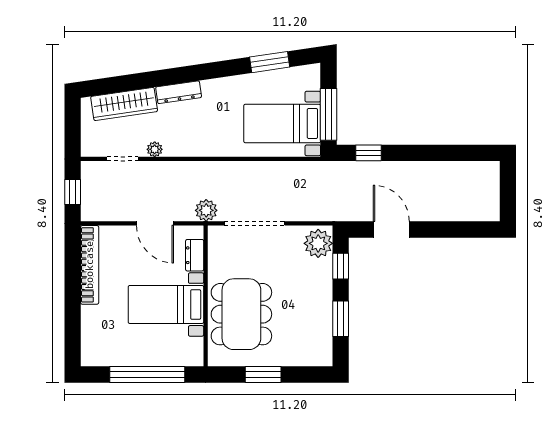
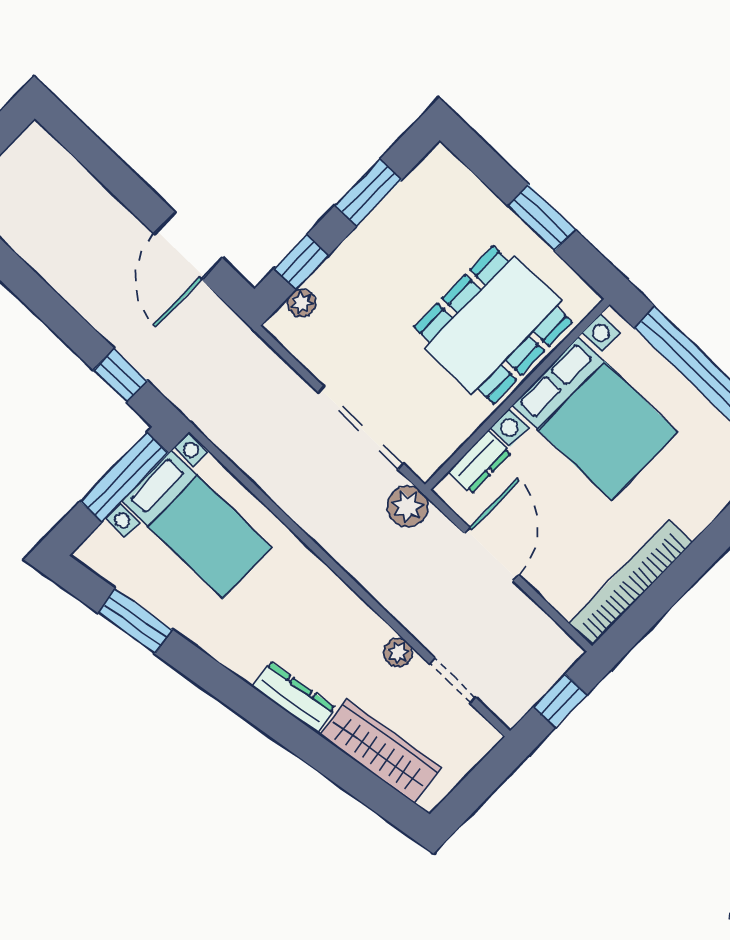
plant: (318, 243) -> (302, 303), width x0.53, depth x0.53
bed with nightstands: (166, 304) -> (595, 418), width x1.36

